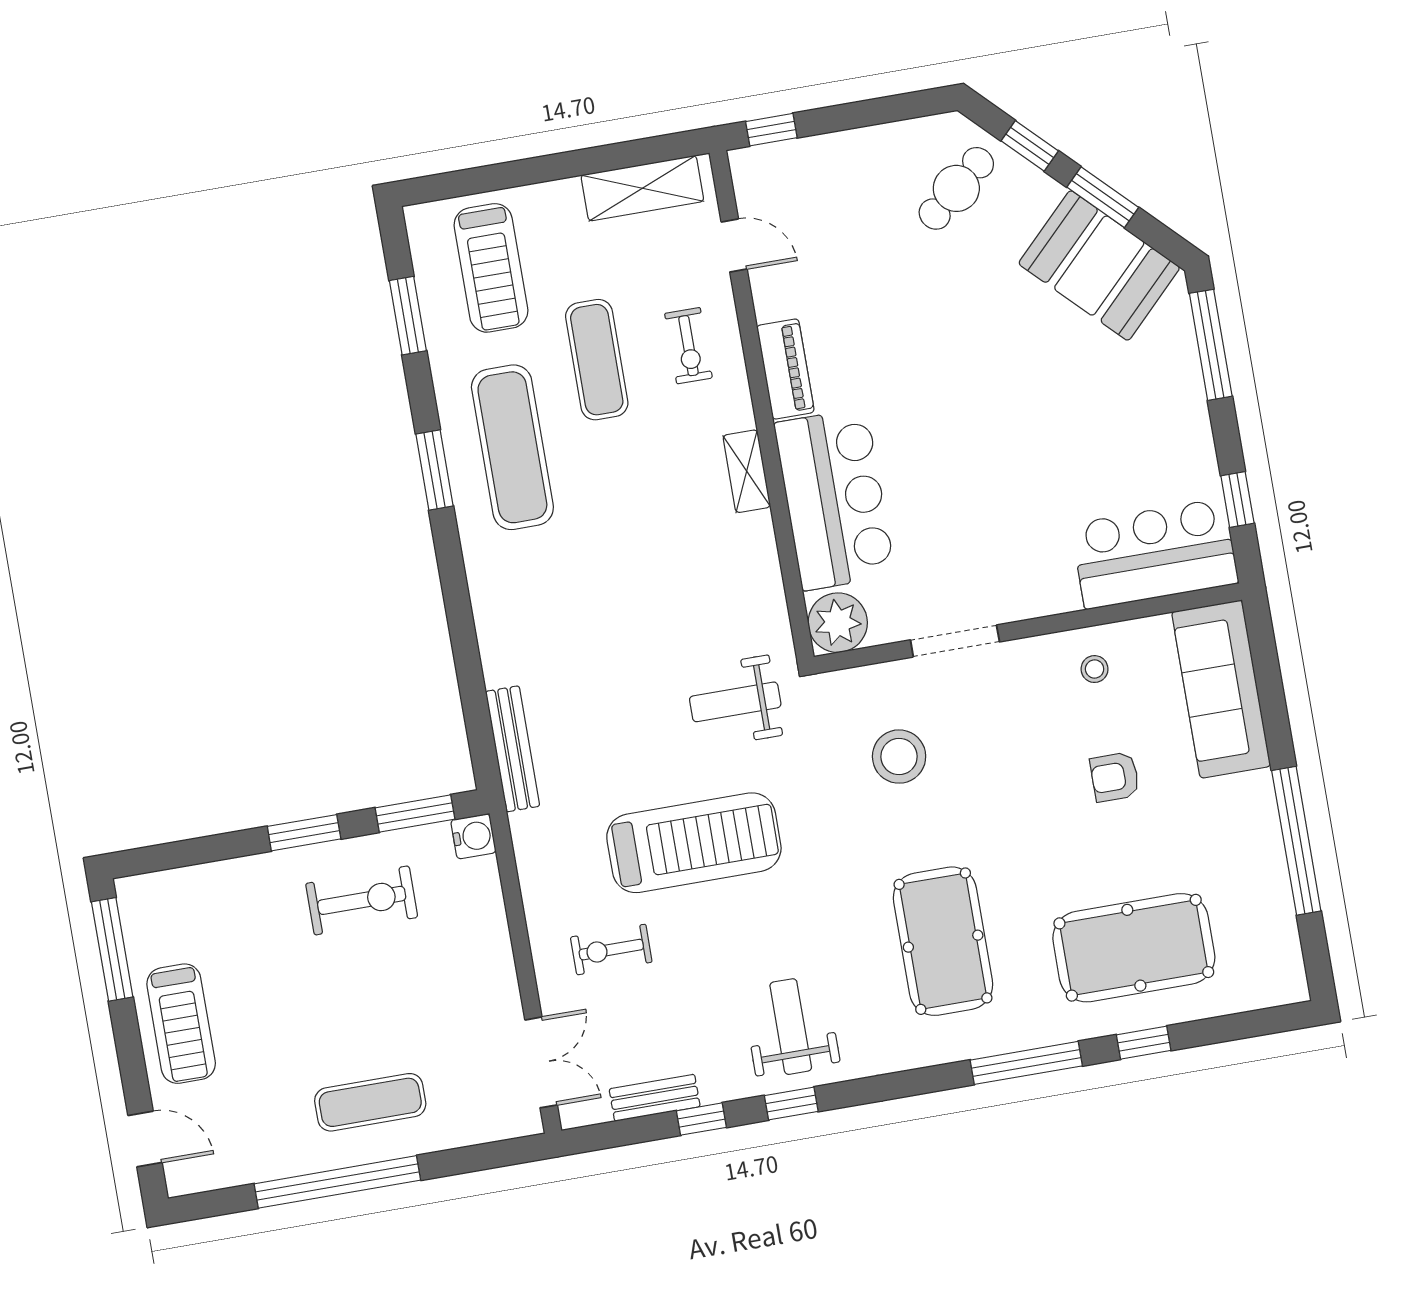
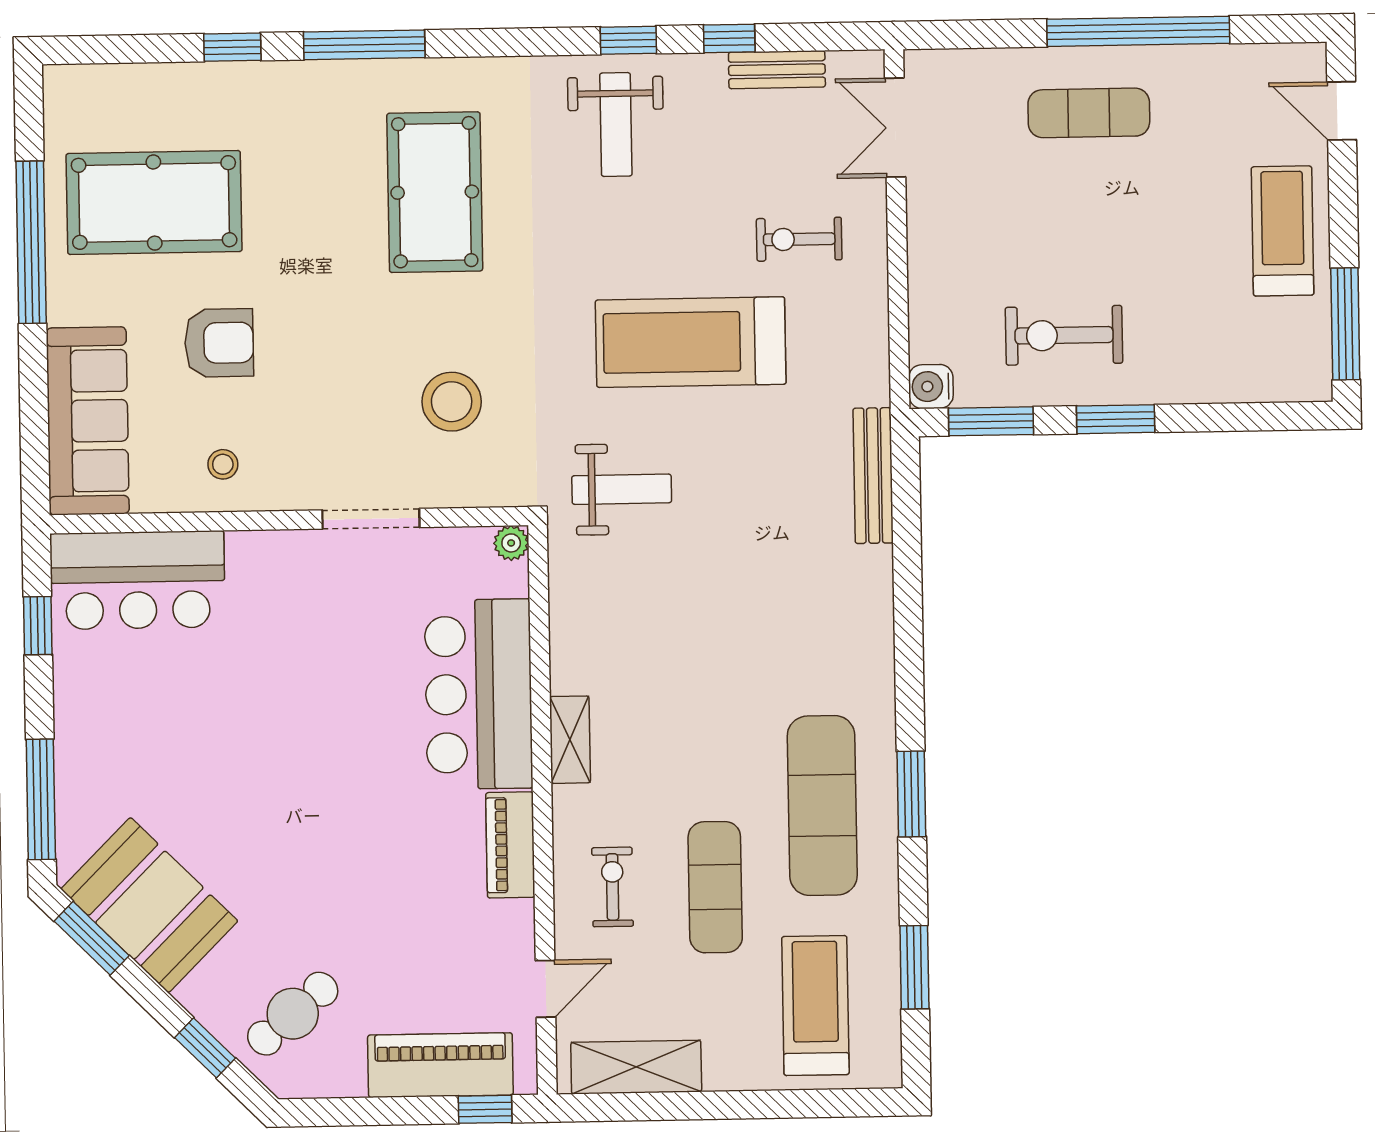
piano: (817, 163) -> (440, 1065), added
window: (1103, 197) -> (92, 938), moved
door: (734, 245) -> (546, 989), swing flipped
plant: (838, 623) -> (511, 543), width x0.53, depth x0.53
armchair: (1115, 777) -> (219, 343), width x1.38, depth x1.38
pool table: (1134, 948) -> (154, 203), moved
exercise bike: (611, 950) -> (799, 239), turned 180

